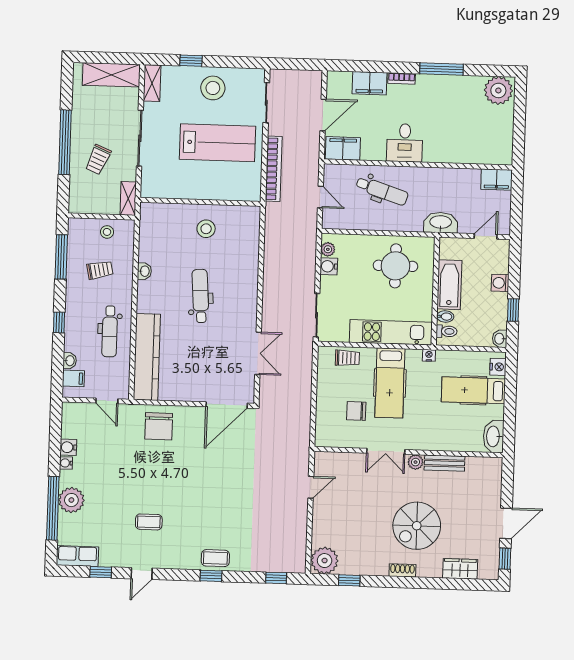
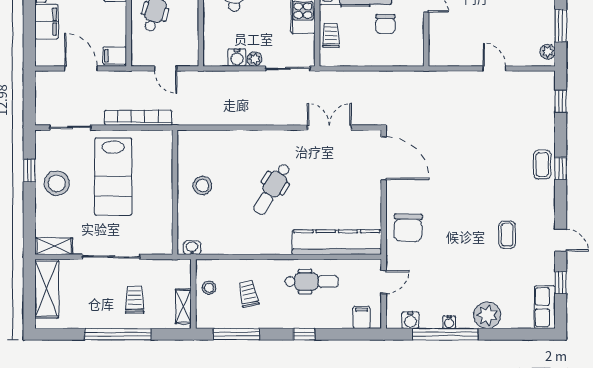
window: (191, 61) -> (29, 171), moved
lab bench: (217, 143) -> (113, 177), turned 180
filing cabinet: (343, 148) -> (115, 56), width x0.50
trolley: (98, 160) -> (135, 299), turned -113
door: (320, 197) -> (166, 68), swing flipped
shelving: (128, 198) -> (183, 306), moved, turned 90
plant: (328, 249) -> (255, 59), moved
washbasin: (144, 271) -> (192, 248), moved
dental chair: (200, 296) -> (272, 189), turned -55
washbasin: (70, 361) -> (343, 322), removed
chair: (159, 426) -> (408, 228), turned 91
water cooler: (68, 447) -> (410, 320), moved
door: (311, 487) -> (494, 68), moved
window: (53, 508) -> (445, 334), moved
plant: (325, 561) -> (548, 52), width x0.53, depth x0.53
window: (349, 580) -> (561, 26), width x1.50

